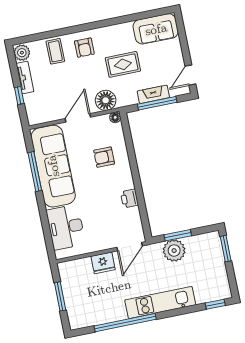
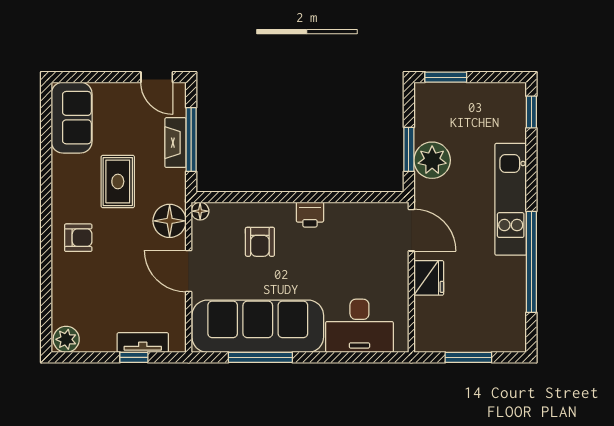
coffee table: (55, 51) -> (75, 285), removed
tv unit: (25, 78) -> (143, 343), moved
printer: (129, 198) -> (310, 215), moved

